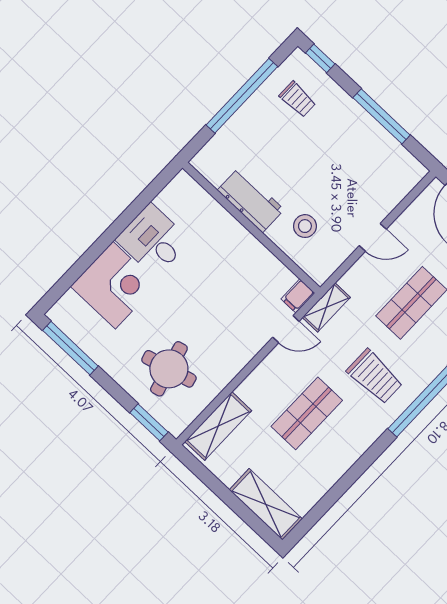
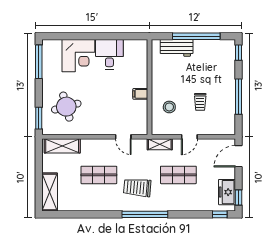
trolley: (298, 99) -> (200, 102), moved
workbench: (251, 200) -> (177, 48), moved, turned 90
door: (373, 237) -> (189, 137), hinge flipped
filing cabinet: (298, 296) -> (140, 94), moved
shelving: (326, 307) -> (160, 144), moved
trolley: (375, 377) -> (137, 188), turned 95

